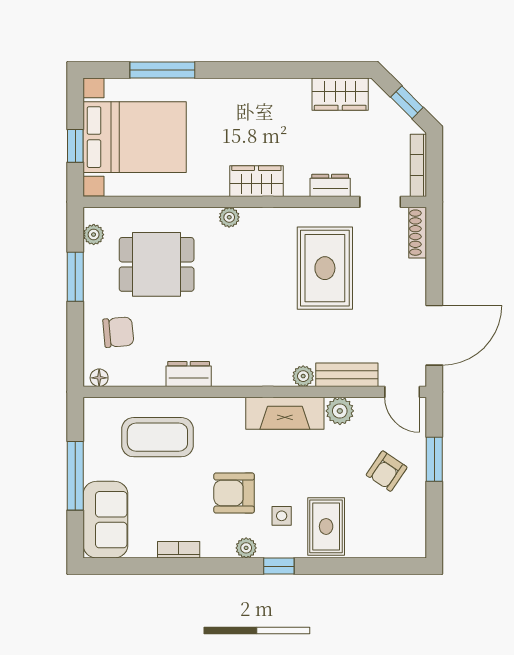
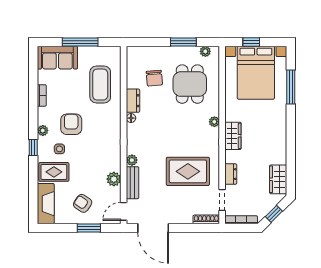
chair: (118, 332) -> (154, 78), moved
floor lamp: (99, 378) -> (131, 118), moved
fireplace: (285, 413) -> (46, 204), moved, turned 180

